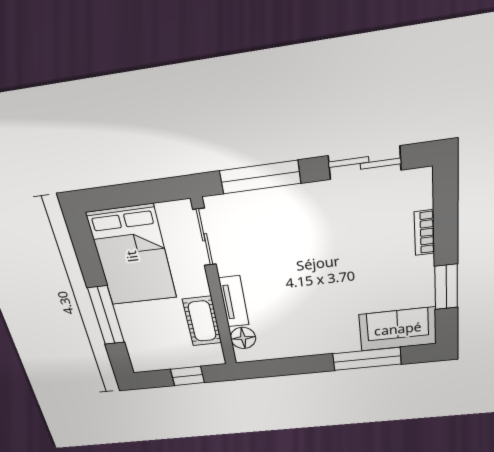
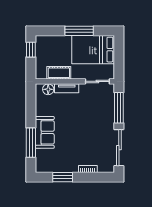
sliding door: (365, 163) -> (119, 148), width x1.37
window: (106, 316) -> (79, 31), moved
sofa: (398, 329) -> (45, 132), moved
window: (188, 376) -> (31, 50), moved

